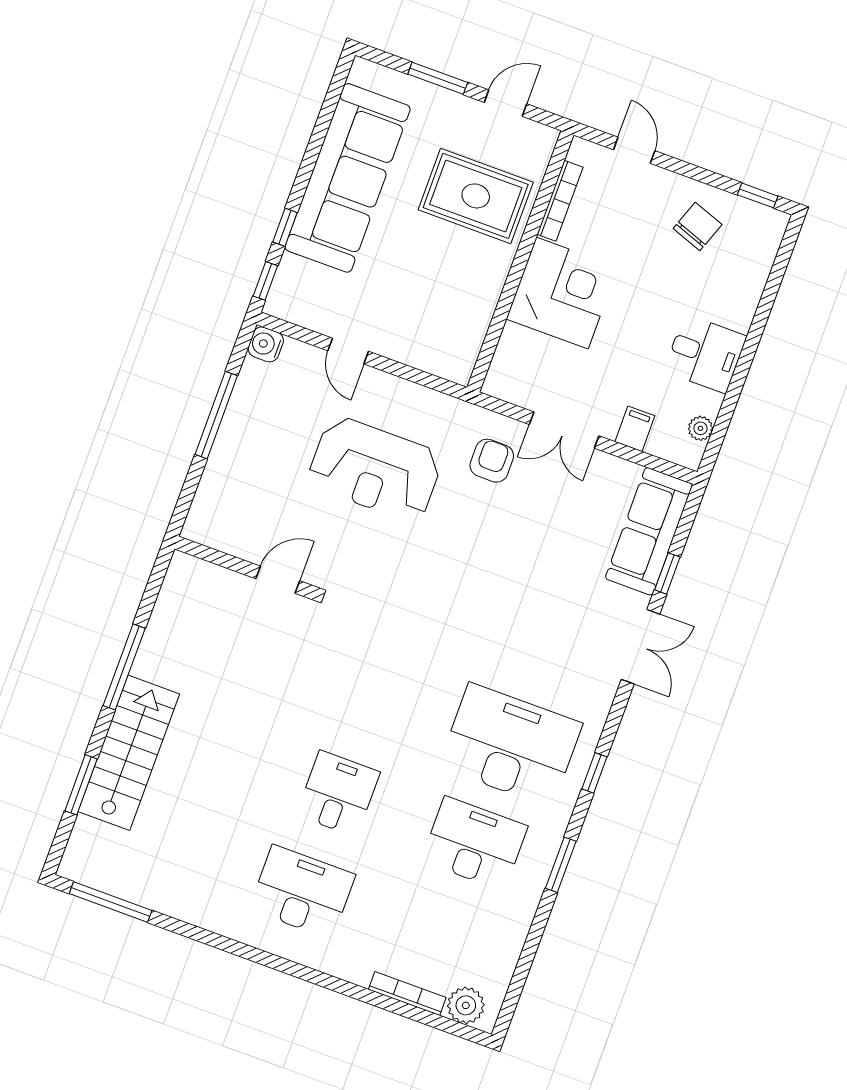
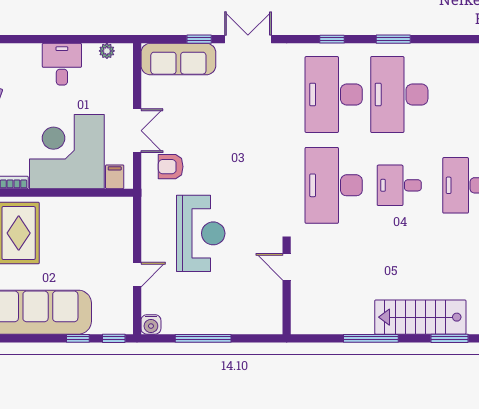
corner desk: (562, 293) -> (67, 152), width x1.36, depth x1.36
filing cabinet: (635, 429) -> (115, 177), moved, turned 90
desk: (374, 695) -> (334, 185), added
desk: (474, 843) -> (399, 94), width x1.36, depth x1.30

